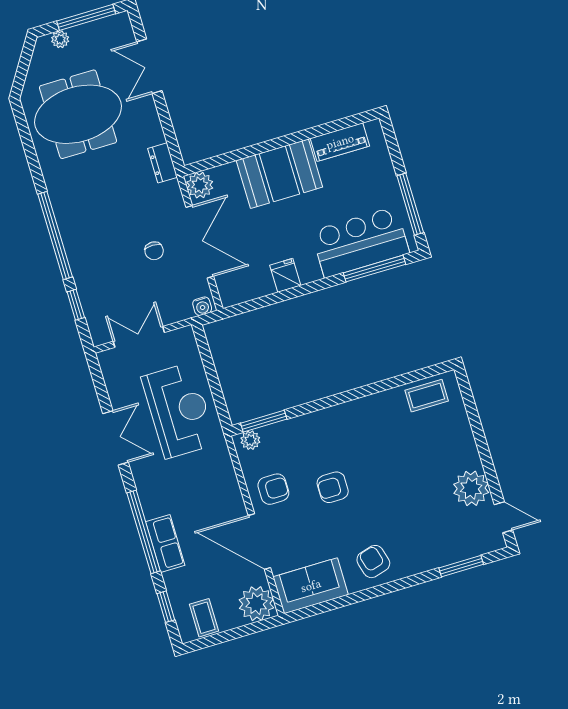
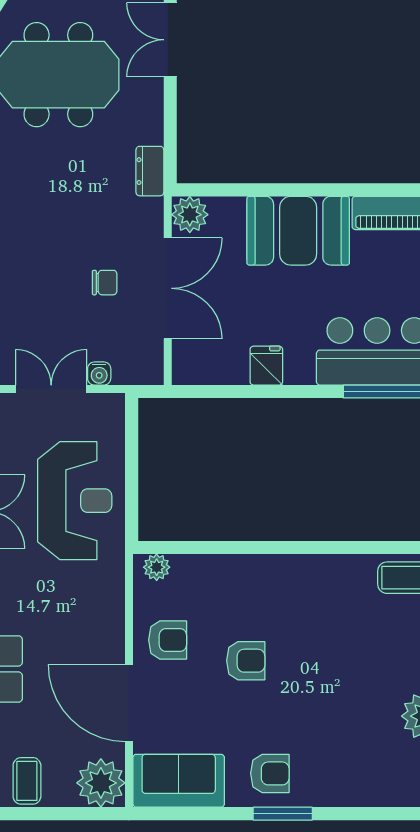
chair: (154, 251) -> (105, 283), turned -90
water cooler: (202, 306) -> (99, 374), moved
window: (264, 421) -> (182, 547), removed
armchair: (333, 487) -> (246, 661), turned 180
armchair: (373, 562) -> (270, 773), turned 106
window: (461, 566) -> (283, 814), moved

